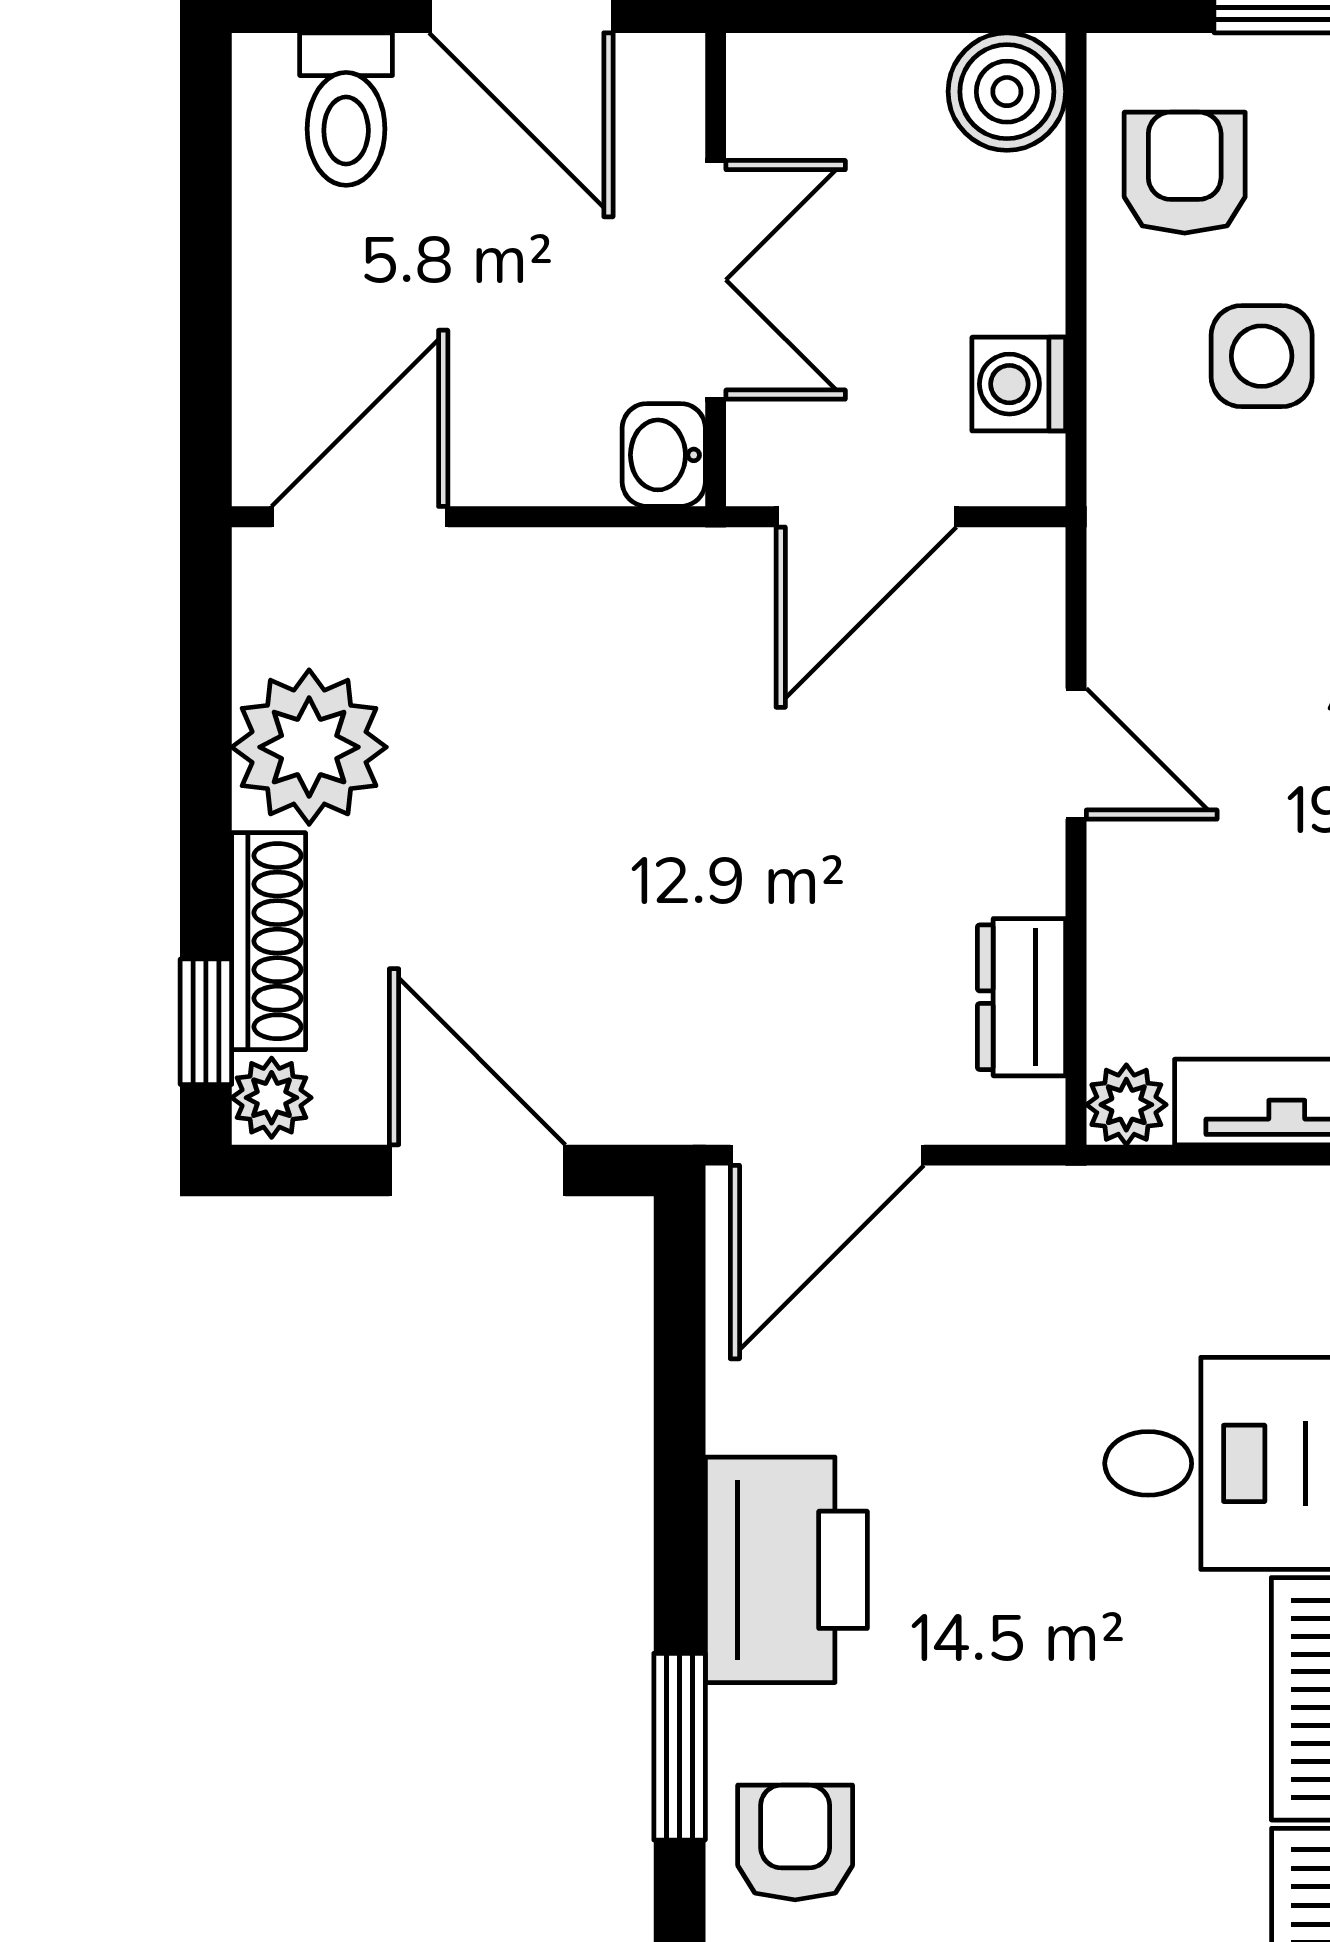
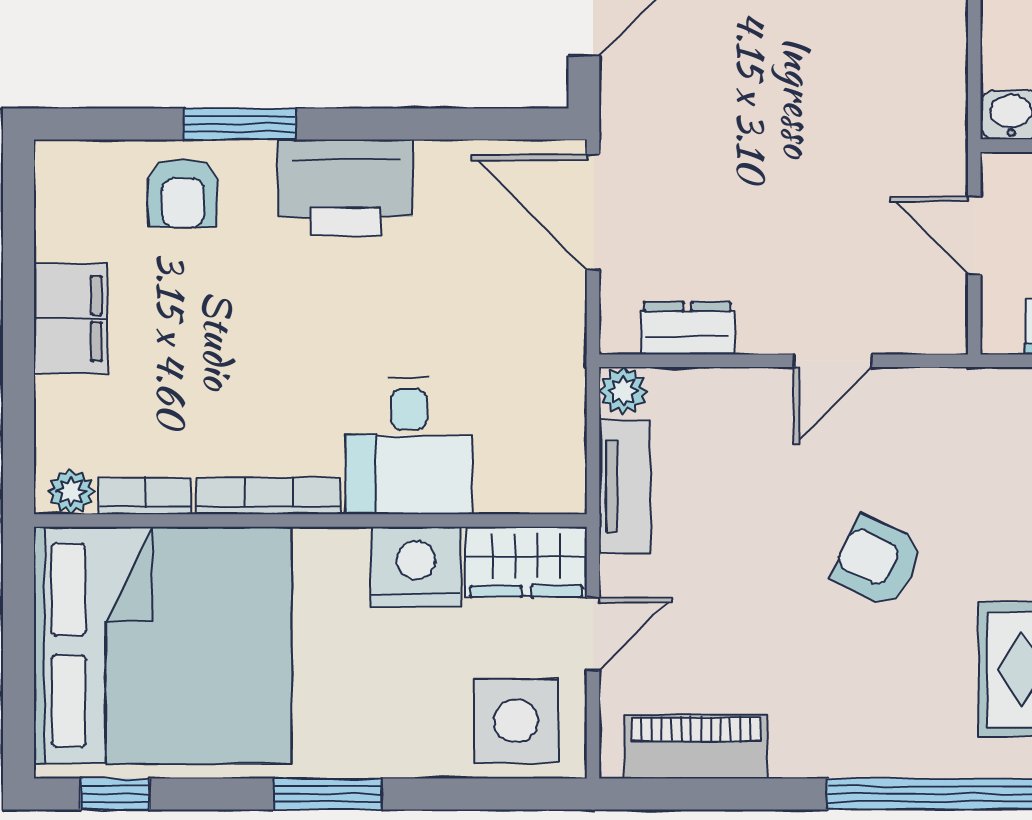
door: (866, 517) -> (974, 236), width x0.73
armchair: (795, 1843) -> (183, 193), turned 90

